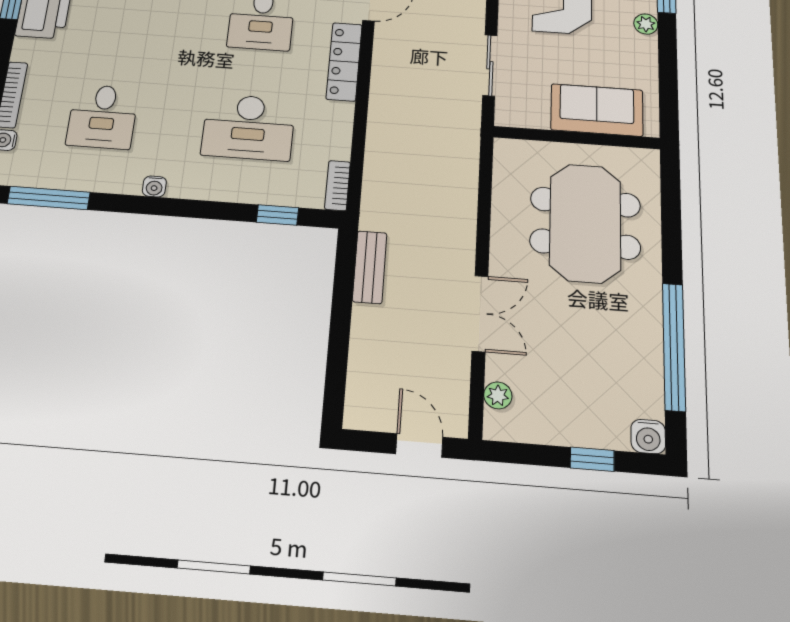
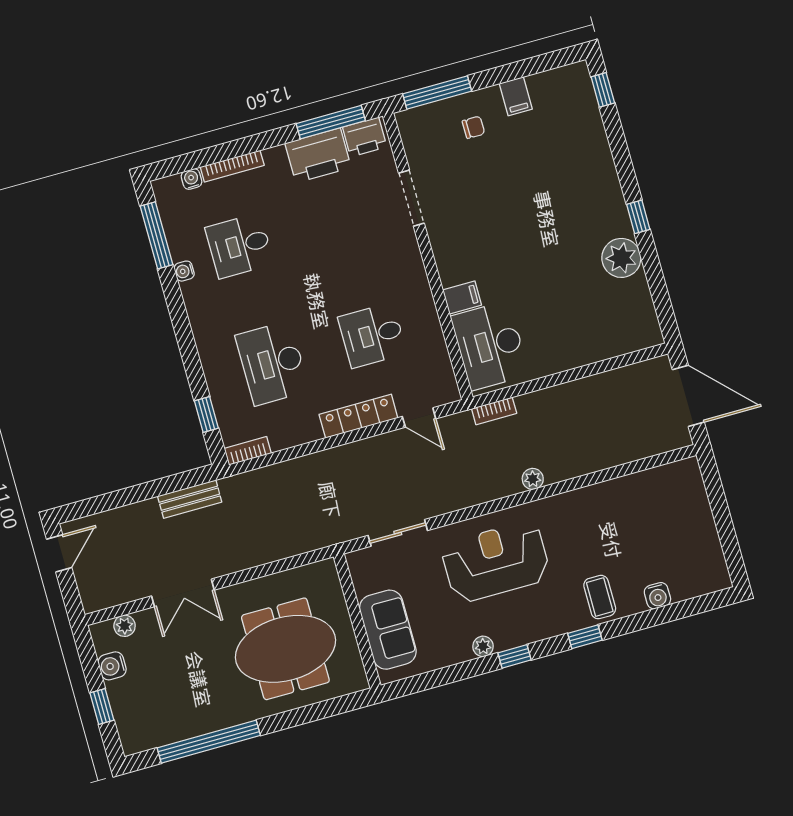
water cooler: (154, 186) -> (184, 271), moved
water cooler: (648, 437) -> (112, 666), moved
door: (419, 445) -> (59, 553), moved

